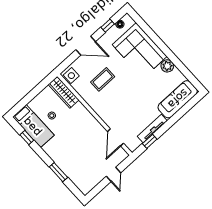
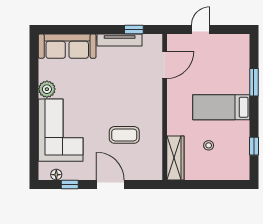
side table: (71, 76) -> (152, 168), removed
bed: (33, 126) -> (221, 107), moved, turned -90

